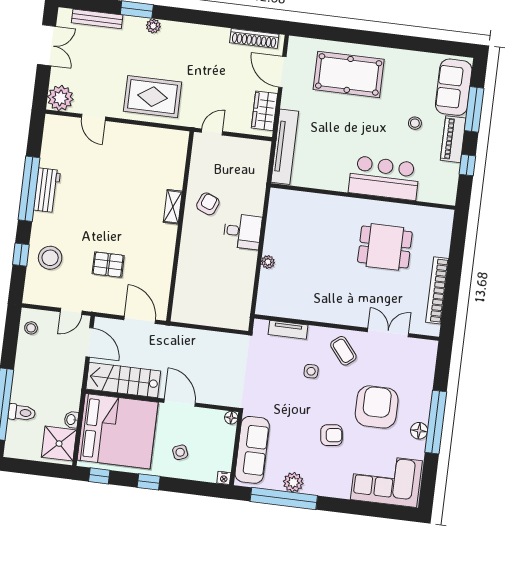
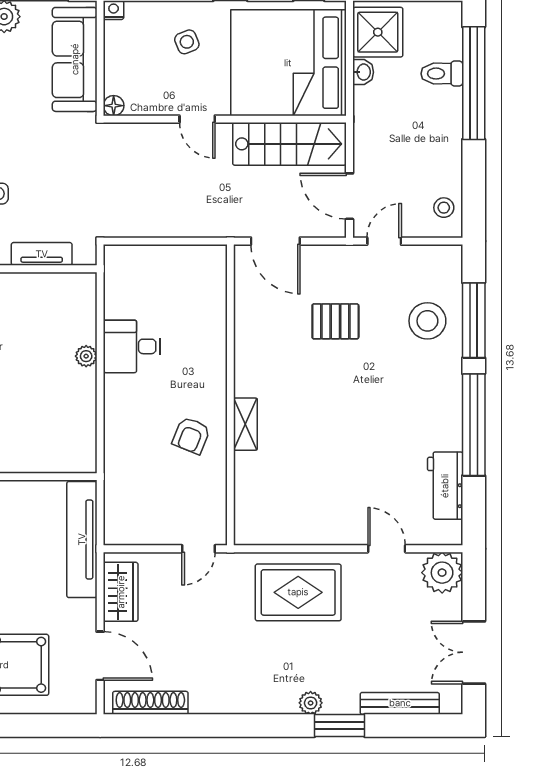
workbench: (47, 190) -> (445, 486), moved
desk: (242, 231) -> (132, 346), moved
window: (21, 255) -> (474, 320), width x2.17
door: (180, 403) -> (197, 119), width x0.73

